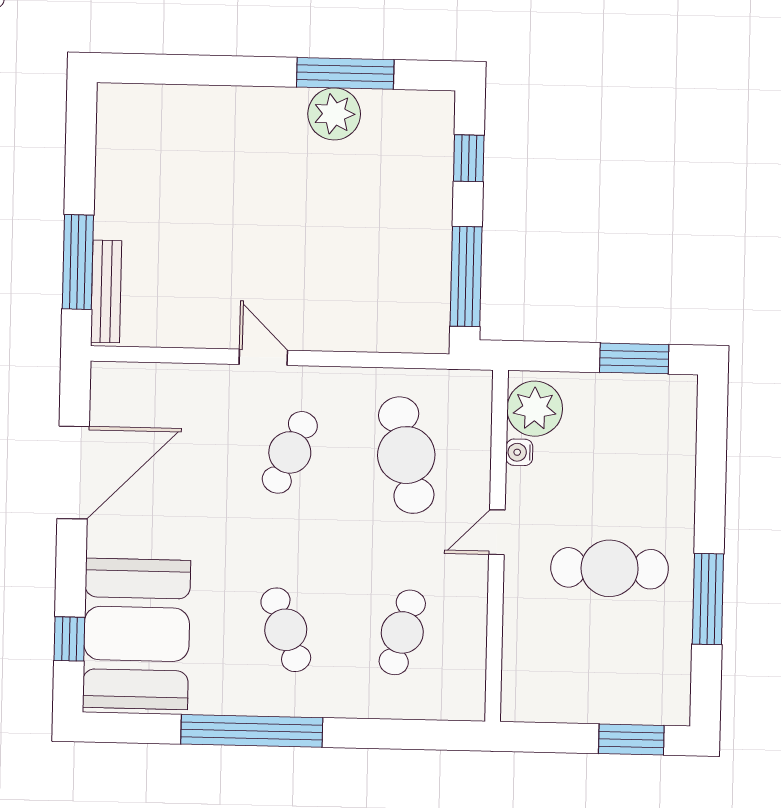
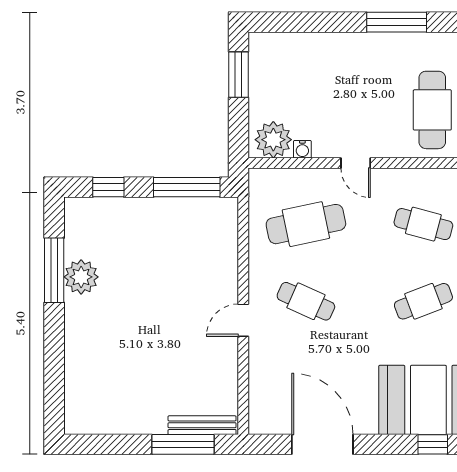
cafe table: (610, 568) -> (432, 110), moved

